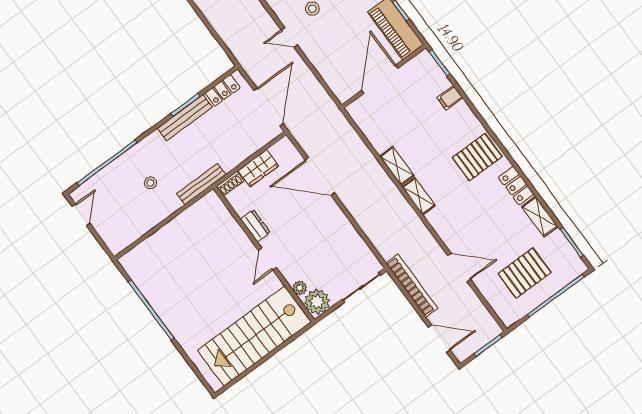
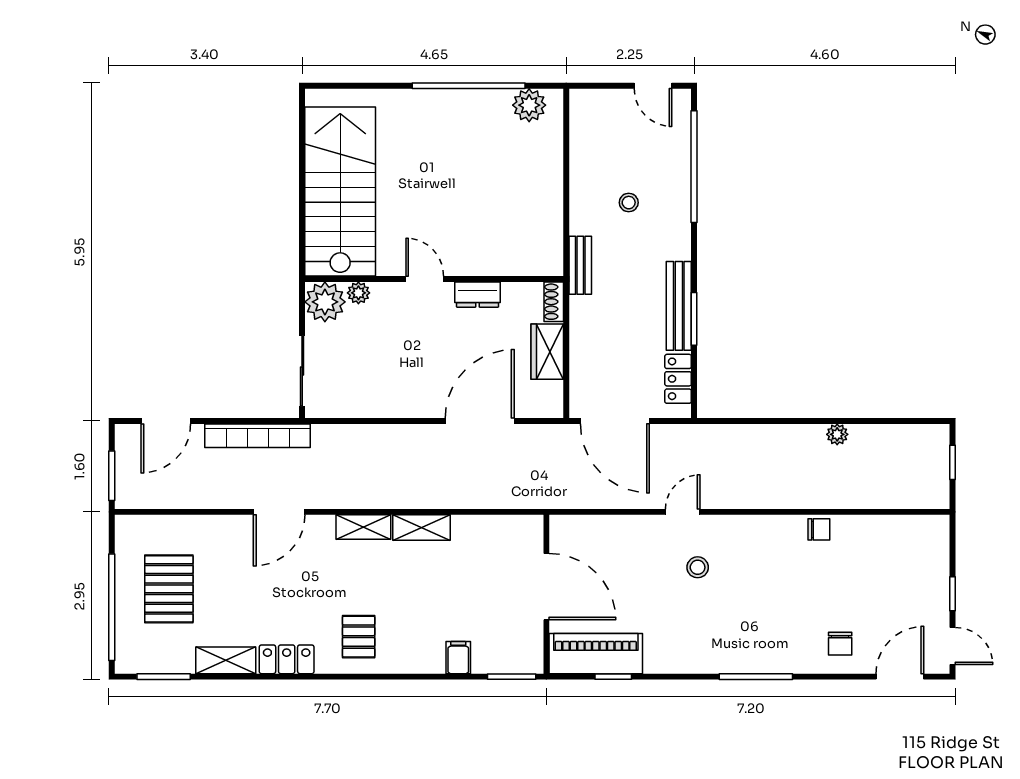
pallet: (477, 157) -> (359, 637), width x0.67, depth x0.71
bench: (201, 184) -> (580, 265), width x0.73
door: (459, 268) -> (279, 512), moved
plant: (138, 271) -> (529, 105), added

